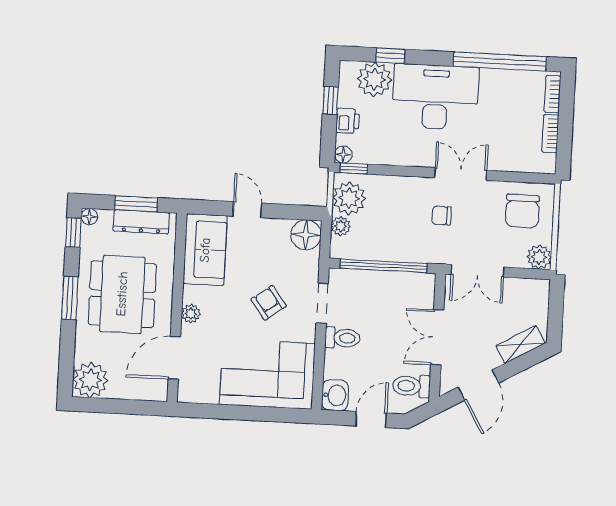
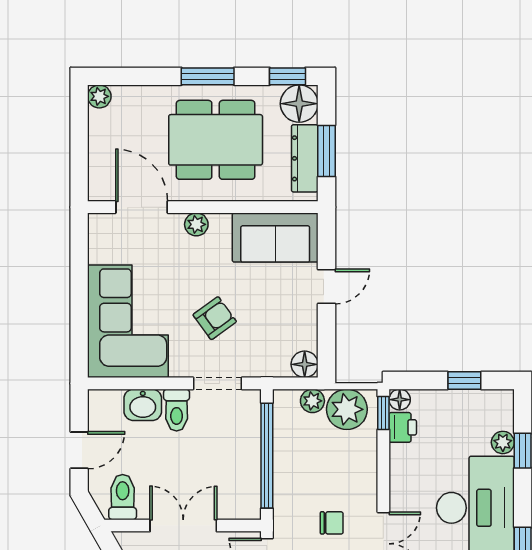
plant: (374, 79) -> (503, 442), width x0.53, depth x0.53
printer: (348, 121) -> (403, 427), moved, turned -90
chair: (442, 216) -> (332, 523), turned 90
floor lamp: (89, 217) -> (299, 104), width x1.89, depth x1.89
floor lamp: (306, 235) -> (305, 364), width x0.73, depth x0.73
plant: (90, 380) -> (99, 96), width x0.53, depth x0.53
washbasin: (335, 395) -> (143, 405), moved
door: (371, 420) -> (79, 450), hinge flipped

